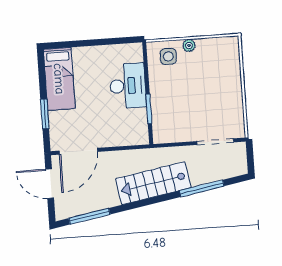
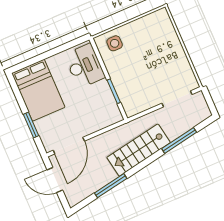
plant: (189, 46) -> (128, 29), removed
bed: (59, 79) -> (38, 90), width x1.50
desk: (128, 86) -> (85, 66), moved
window: (89, 216) -> (111, 186), moved

